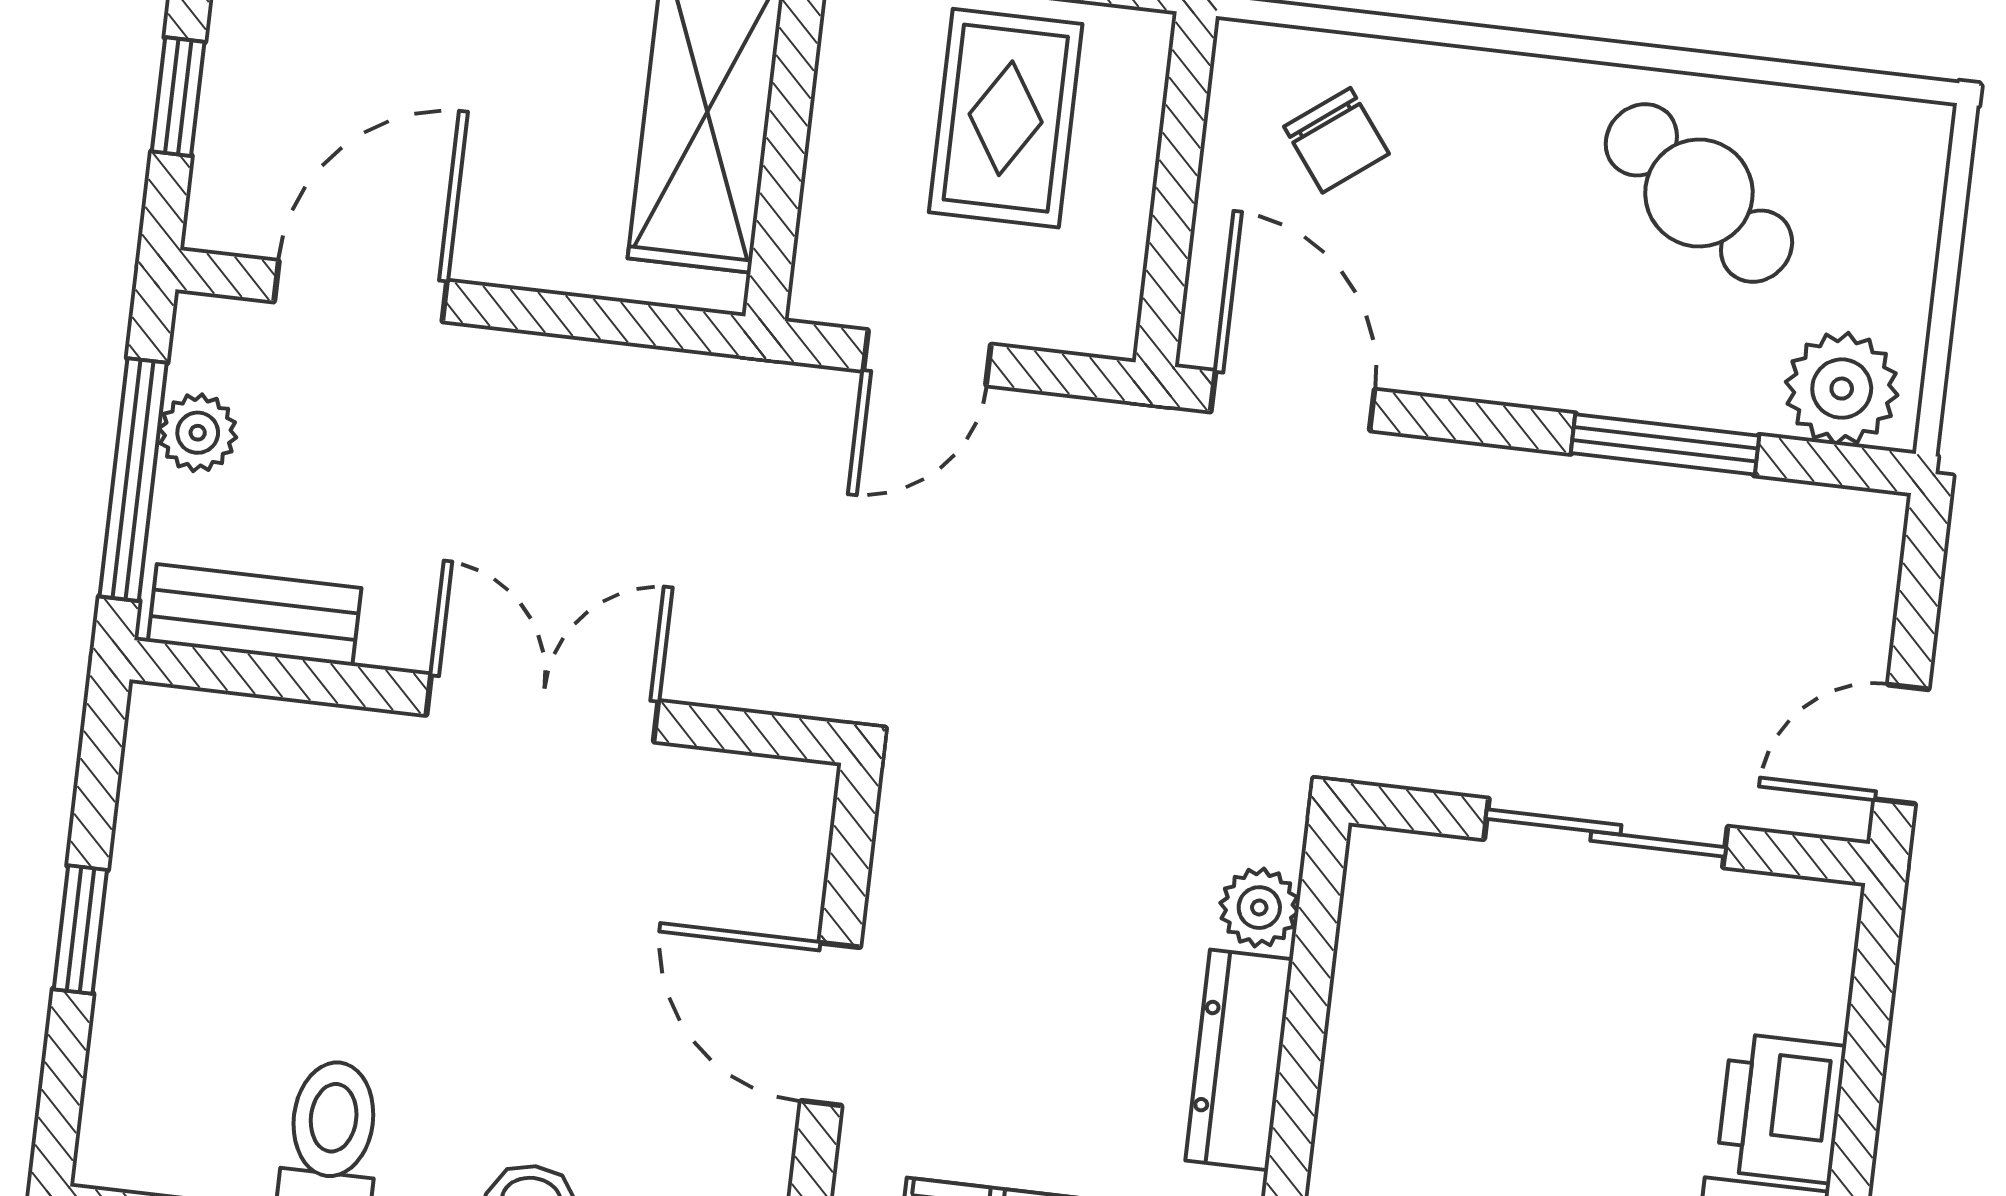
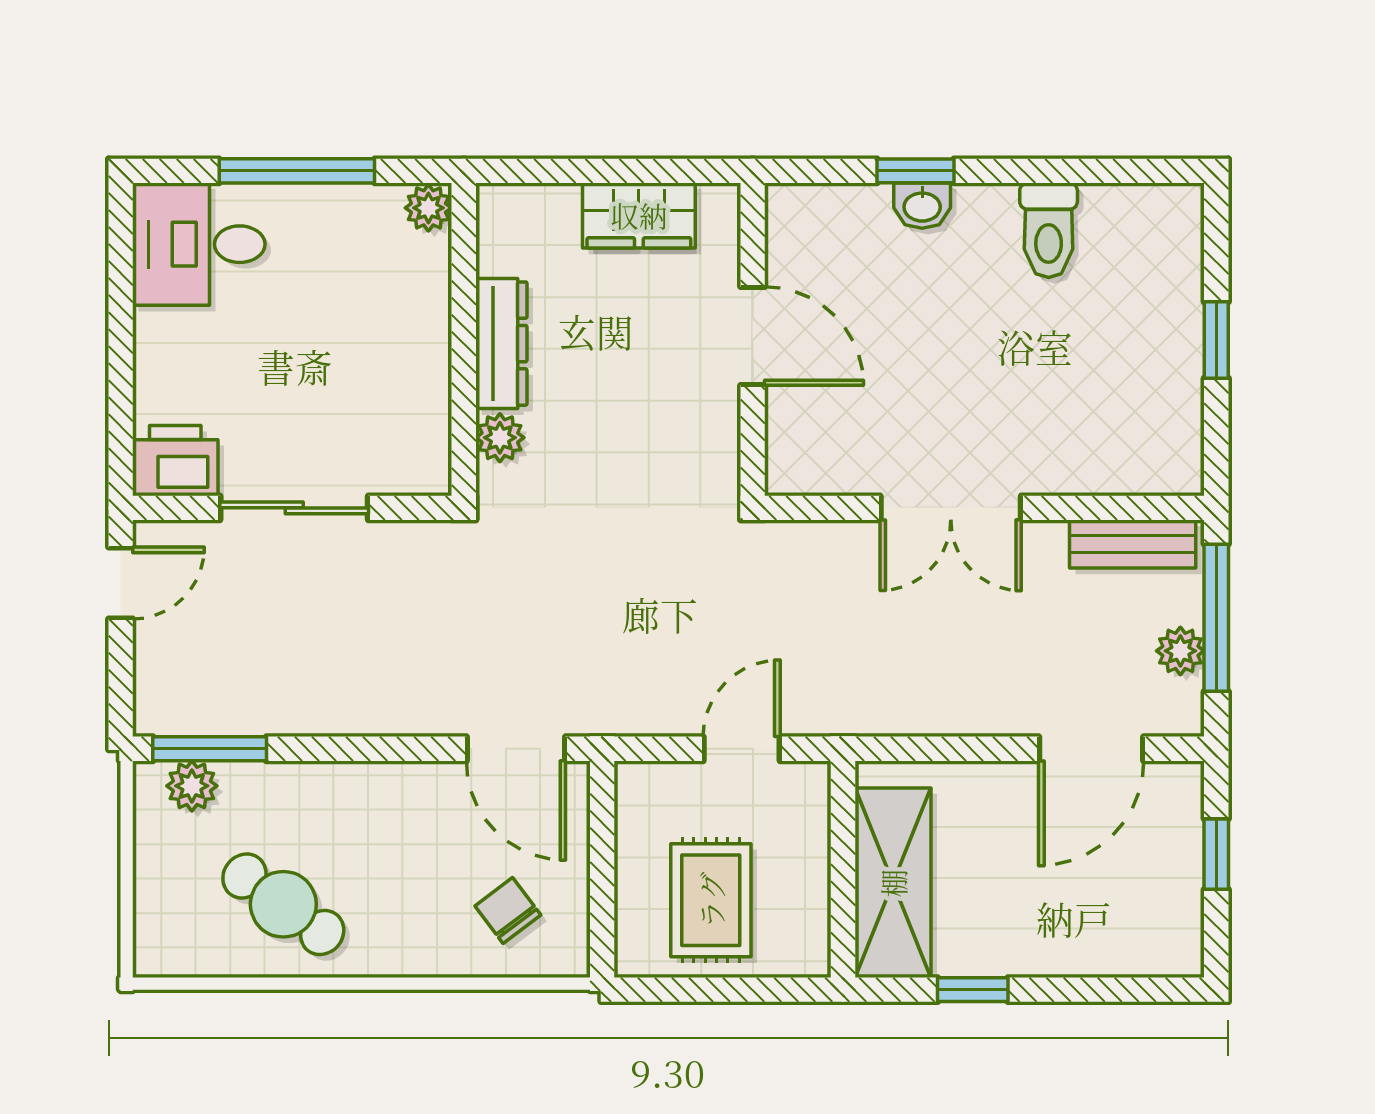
plant: (1842, 389) -> (192, 786), width x0.73, depth x0.73
window: (1665, 444) -> (210, 749), moved
printer: (1781, 1108) -> (175, 461), moved, turned -90

